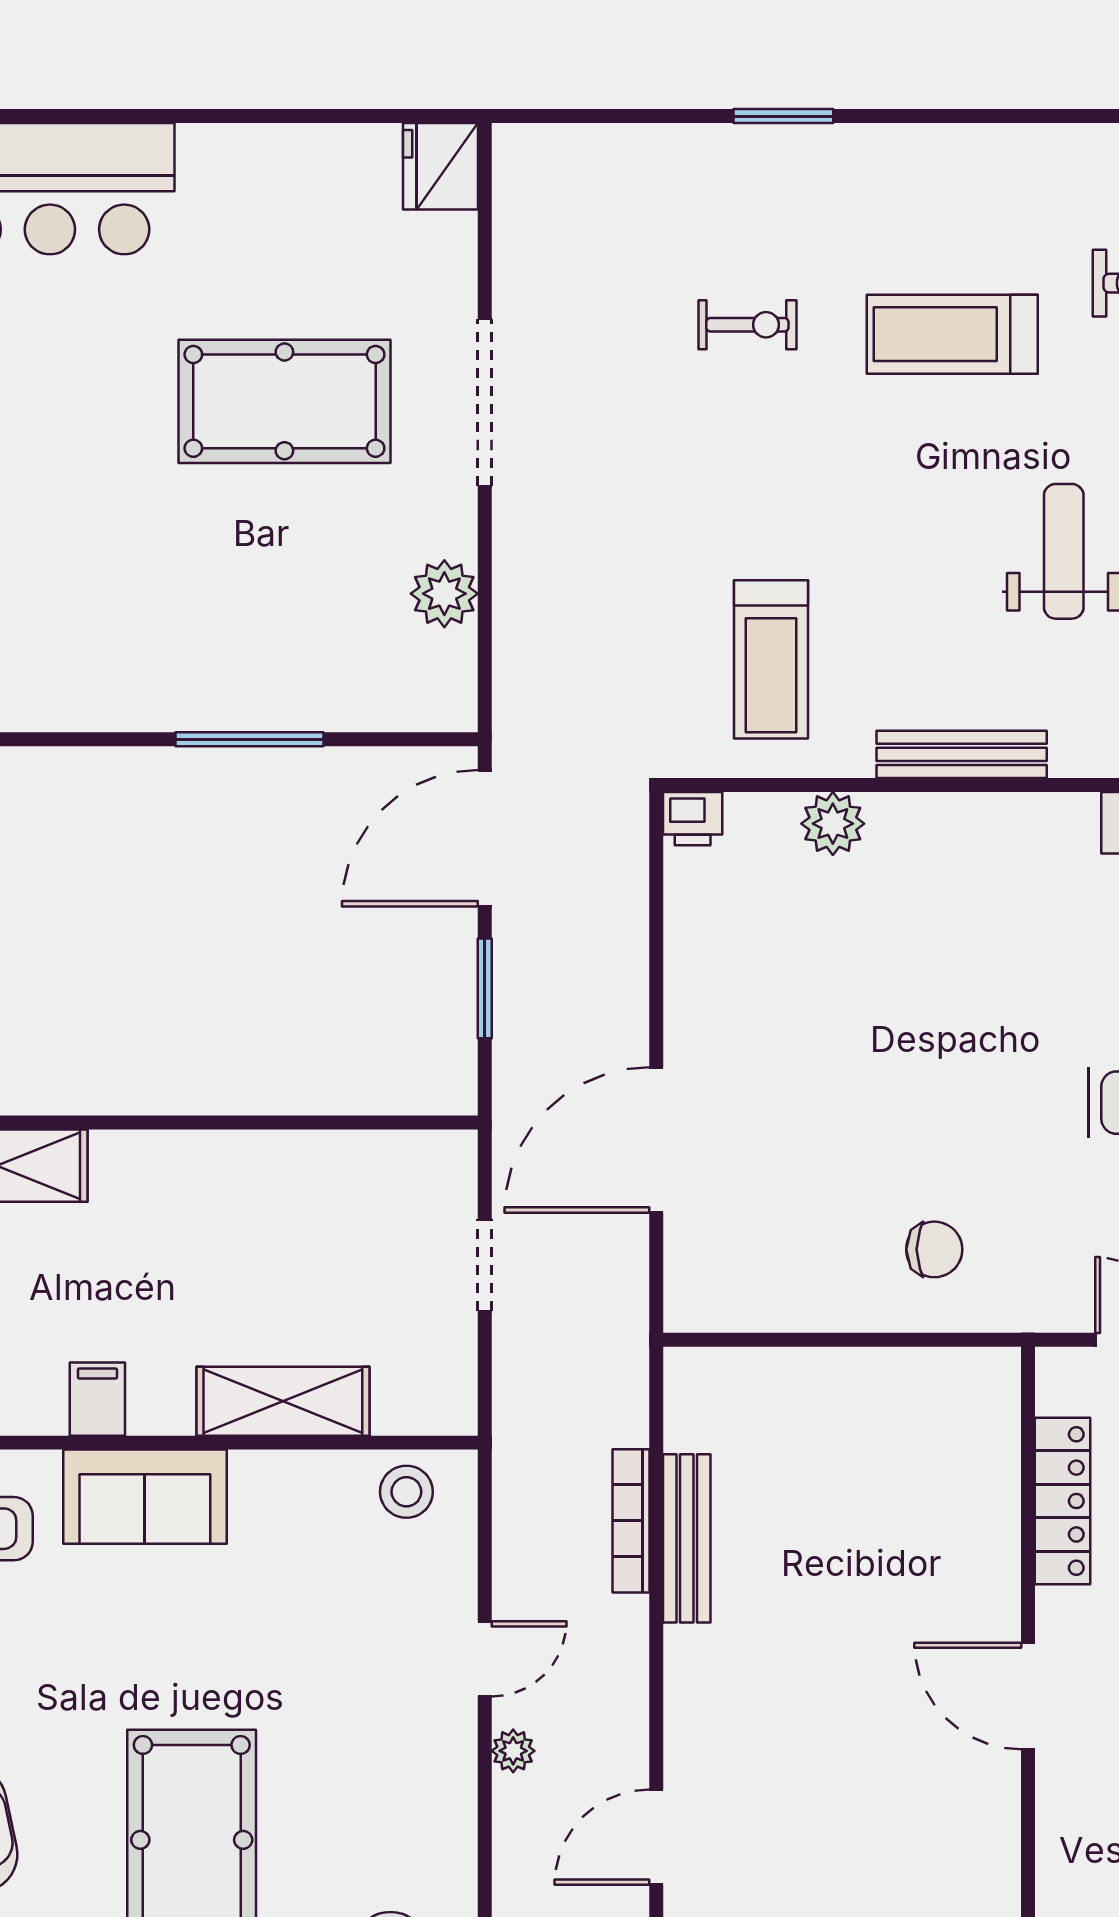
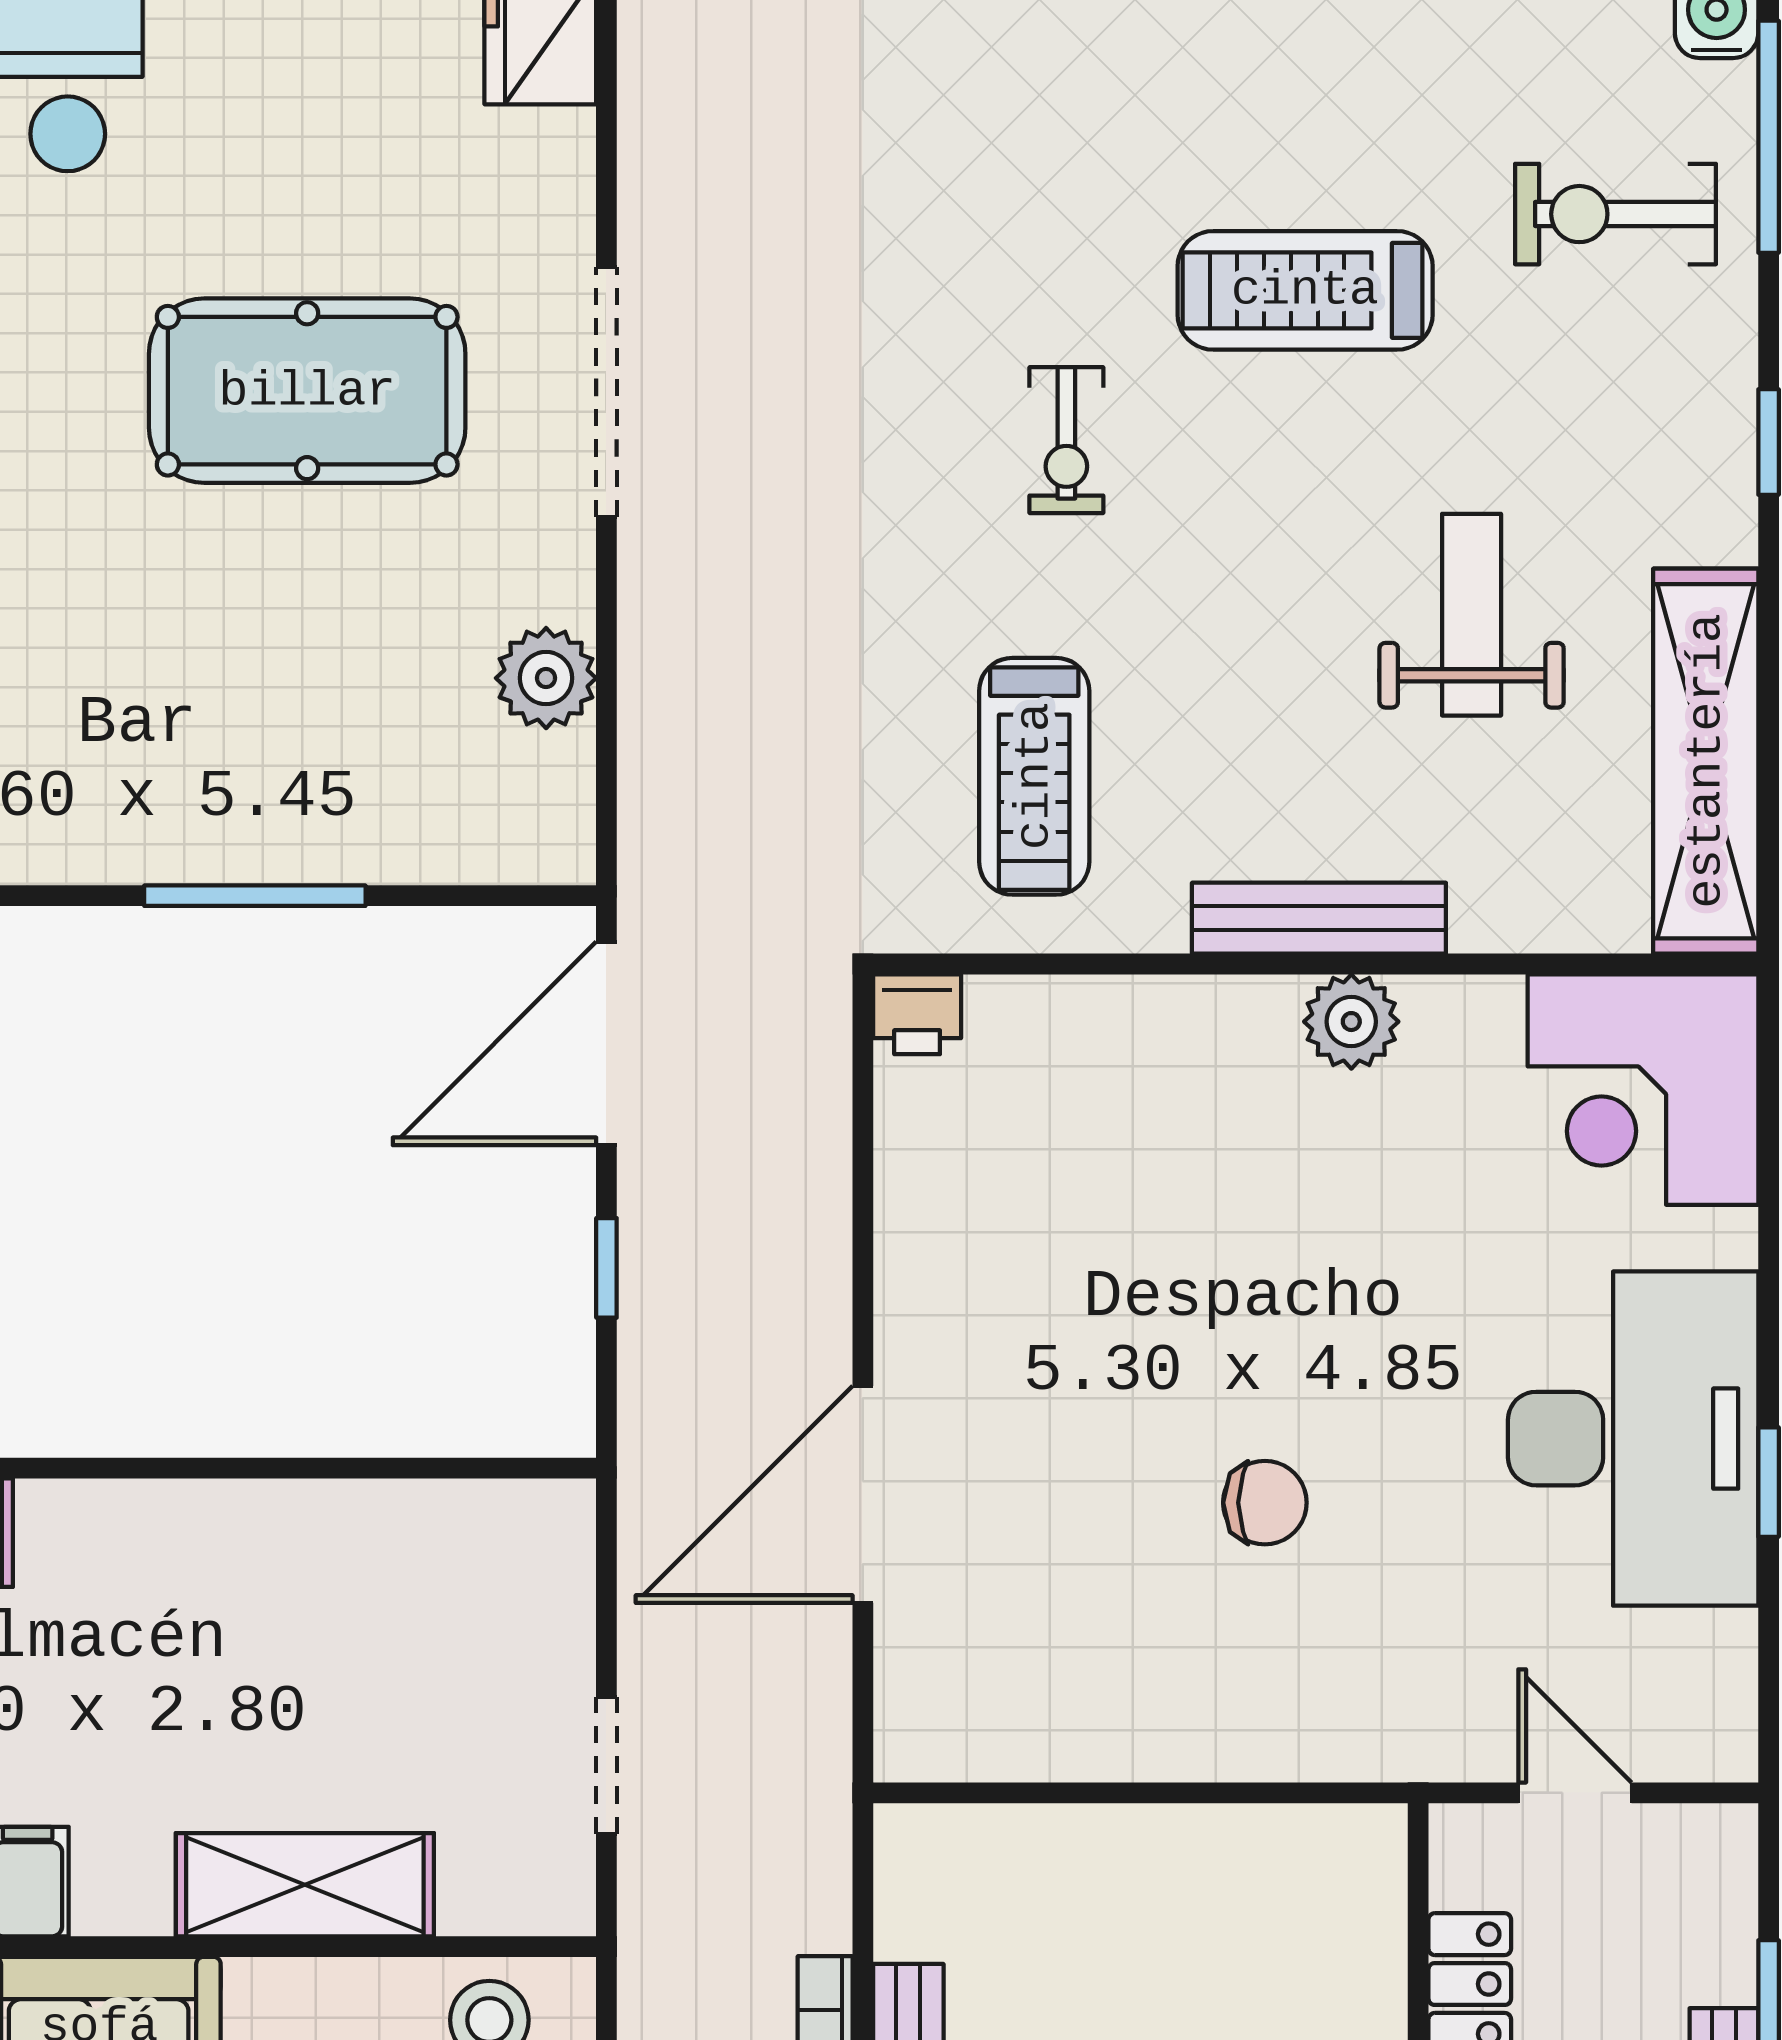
exercise bike: (747, 325) -> (1066, 440), moved, turned 90
plant: (833, 824) -> (1351, 1022), moved
window: (485, 988) -> (606, 1268), width x0.67
chair: (934, 1249) -> (1265, 1503), moved
doorway: (485, 1265) -> (606, 1765), moved

